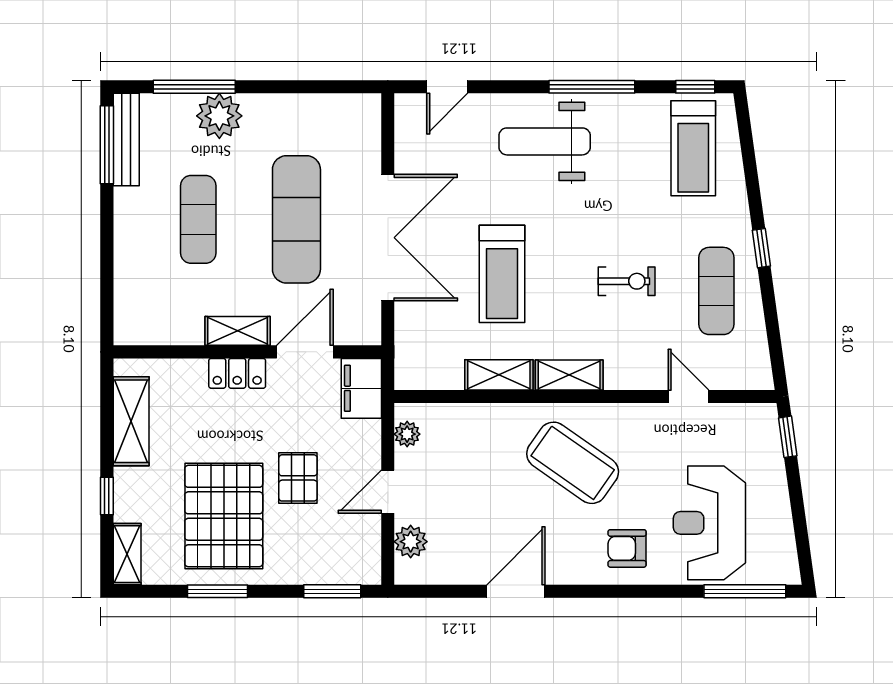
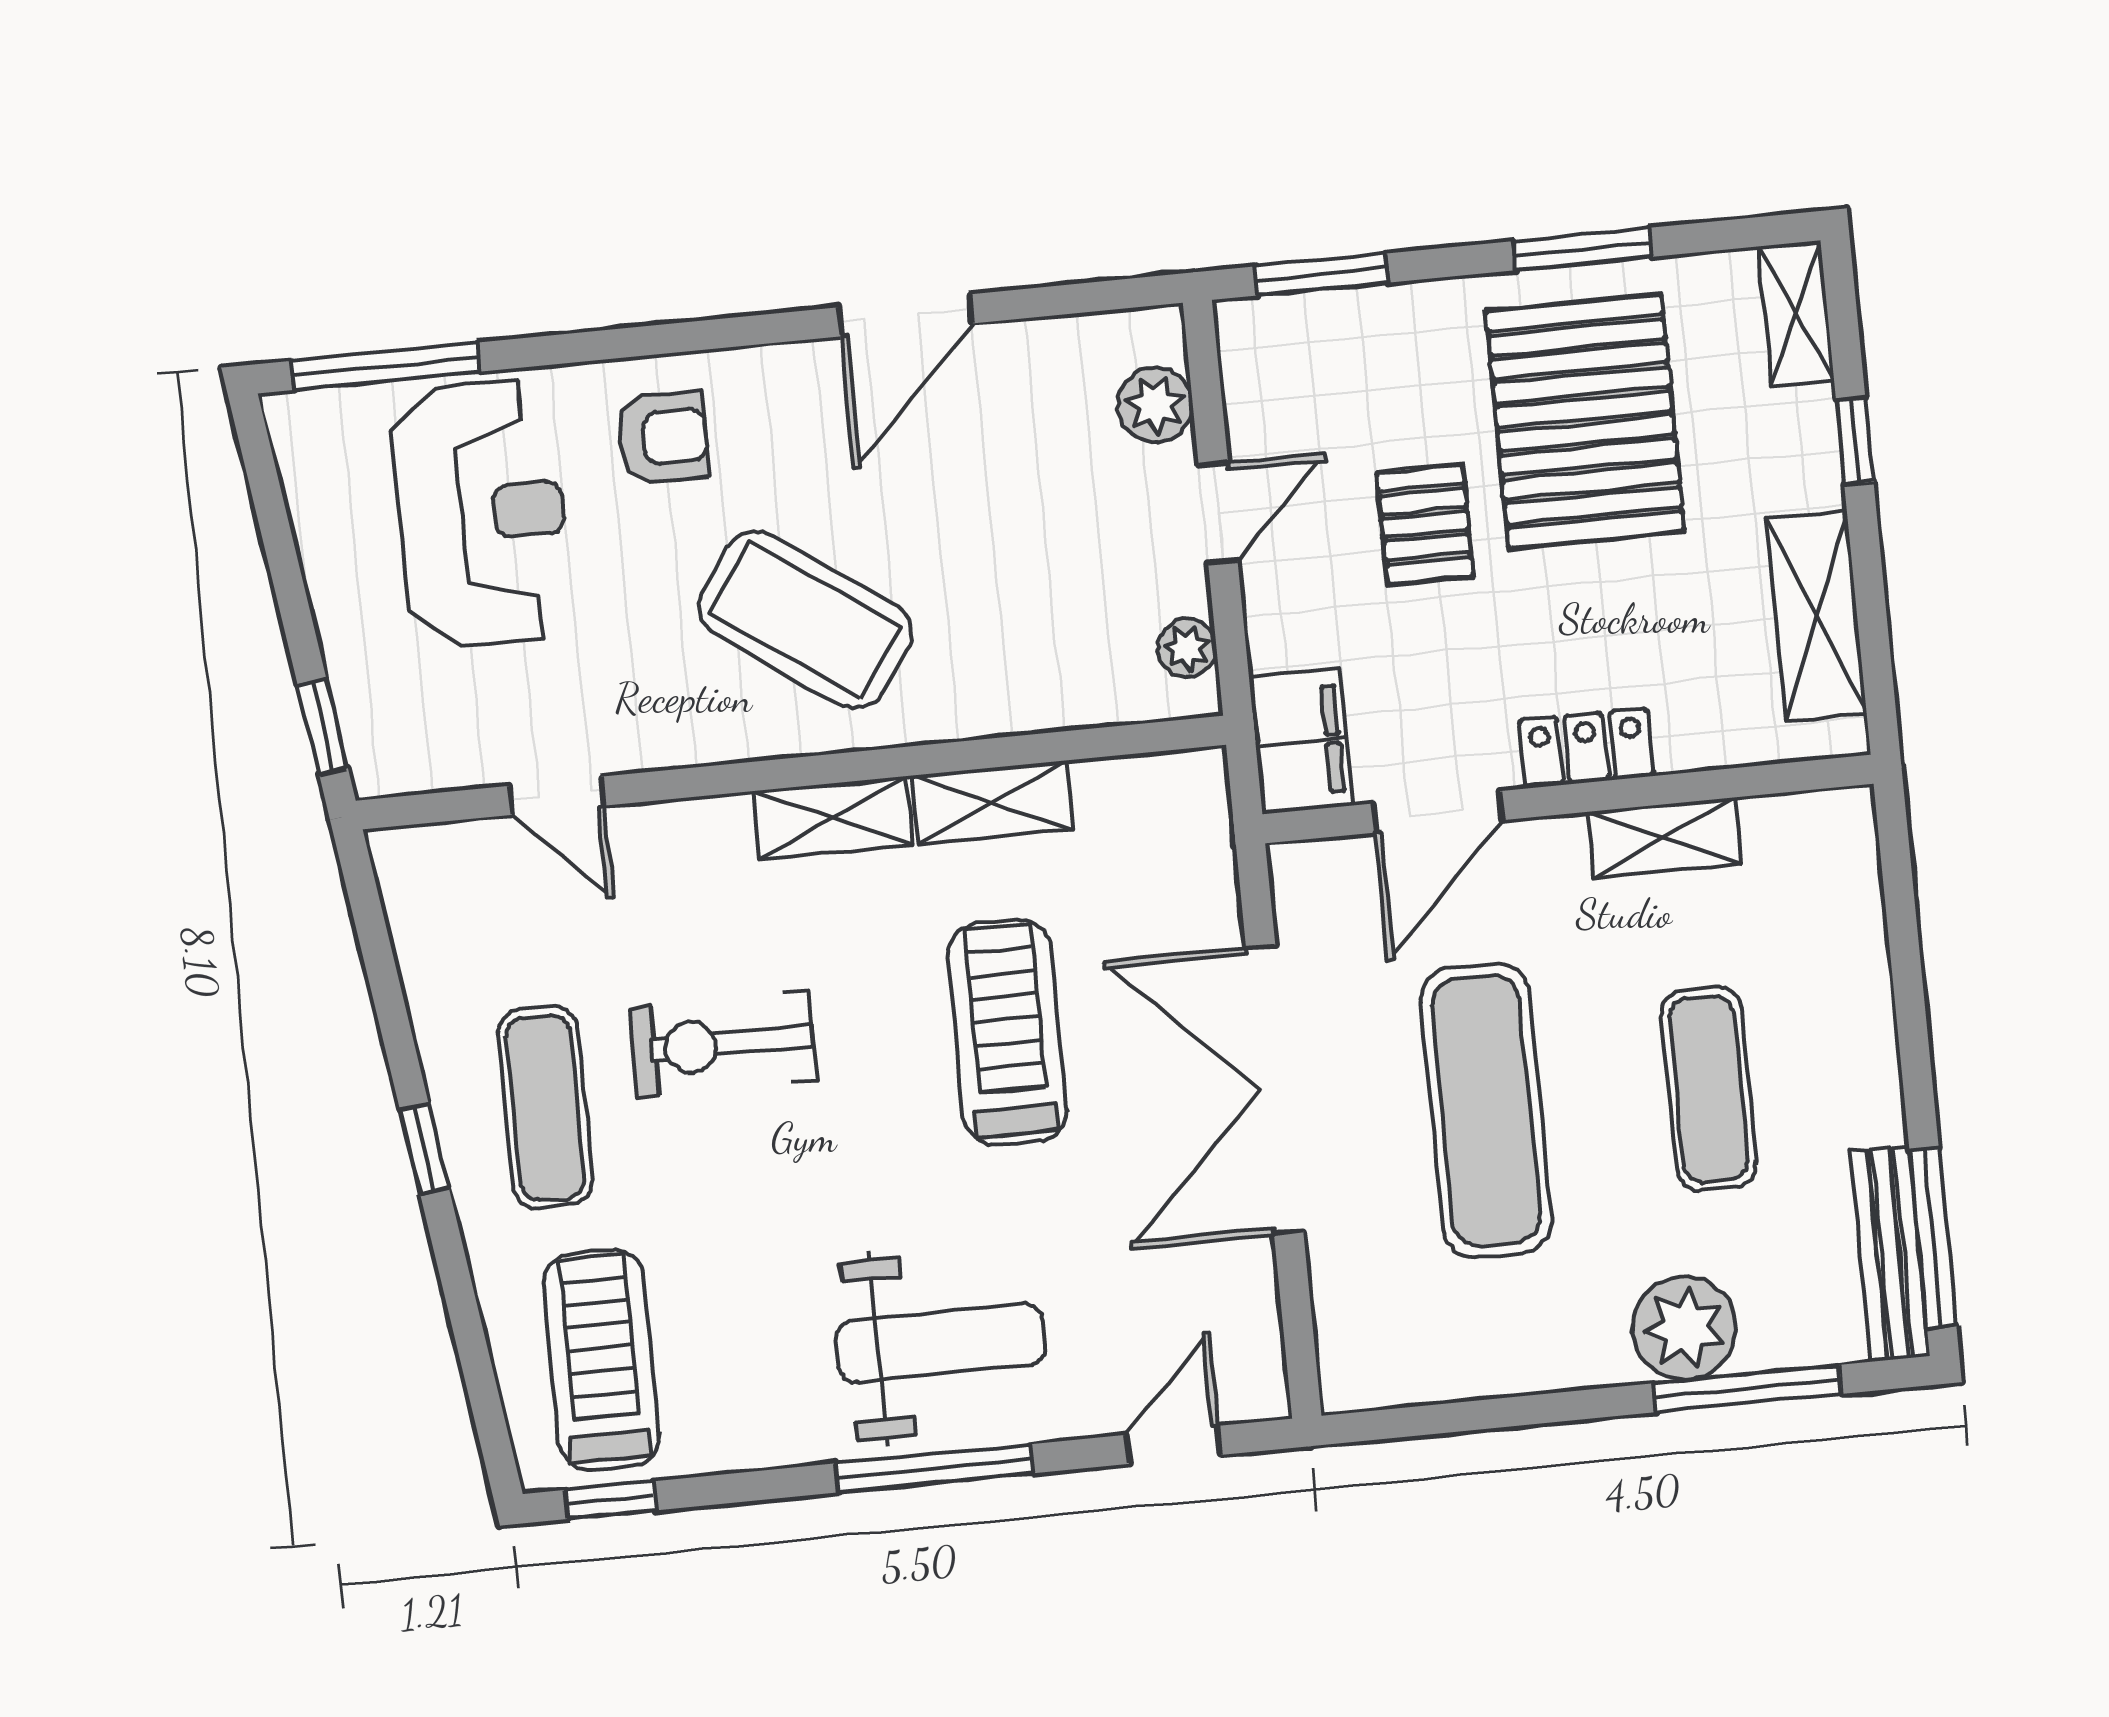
window: (592, 87) -> (934, 1468), moved
exercise bike: (627, 281) -> (723, 1044), width x1.38, depth x1.39
exercise mat: (716, 291) -> (545, 1107), moved
shelving: (238, 331) -> (1664, 838), moved

